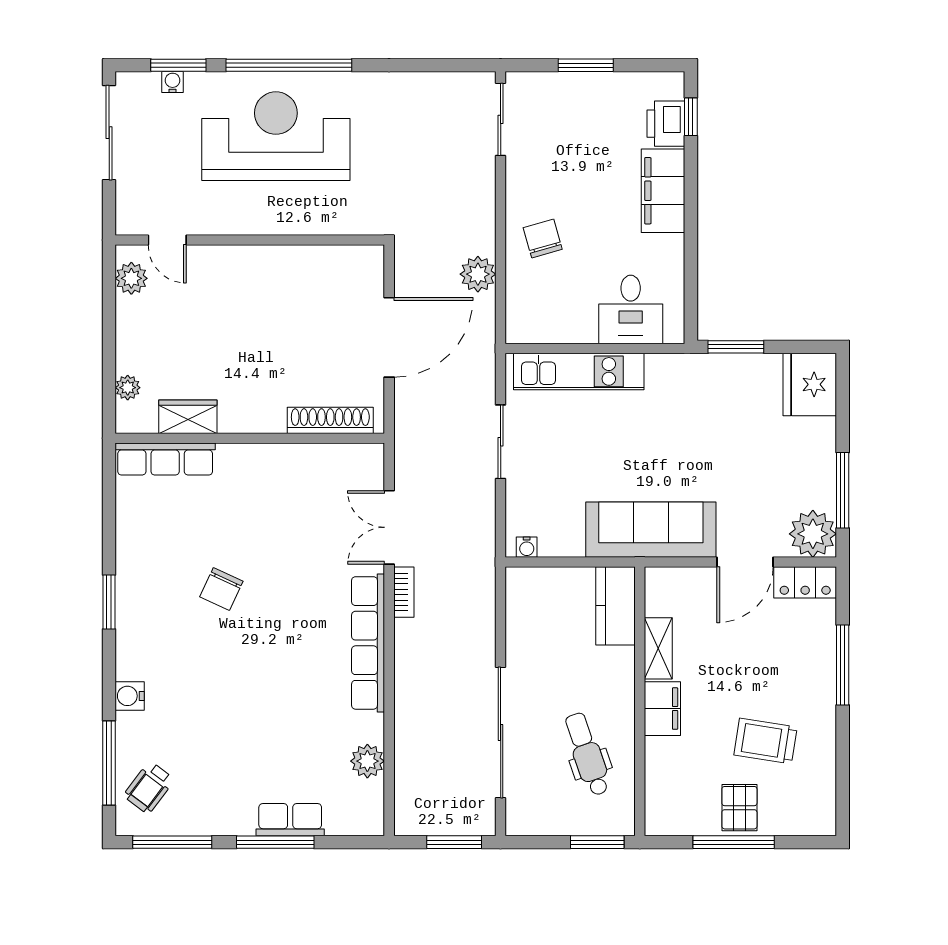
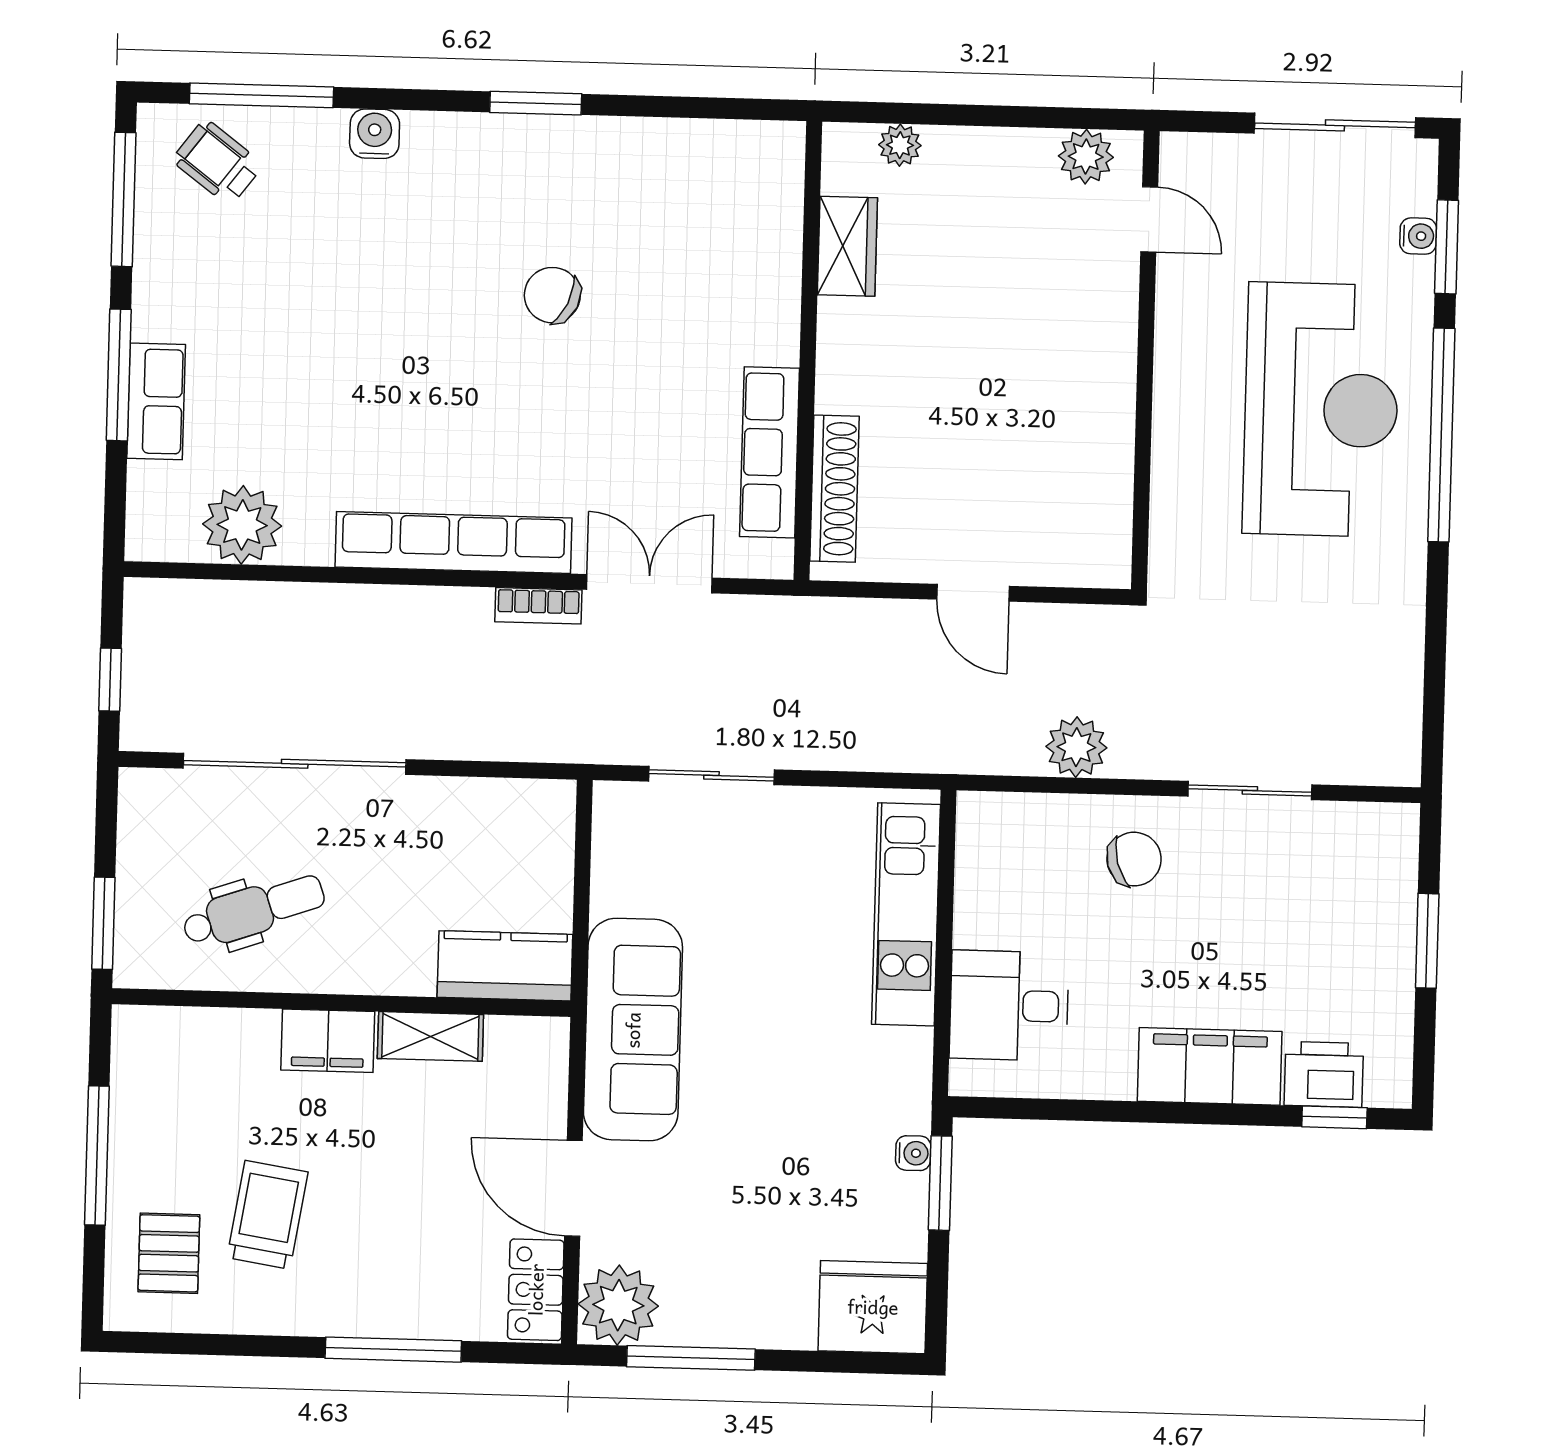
sliding door: (501, 119) -> (1250, 790), moved
door: (167, 240) -> (1149, 219), swing flipped
door: (389, 337) -> (973, 593), width x0.53
sliding door: (501, 442) -> (711, 775), moved
row of seats: (165, 459) -> (770, 452), moved
water cooler: (527, 547) -> (913, 1153), moved, turned 180
plant: (367, 761) -> (242, 525), width x1.36, depth x1.36
pallet: (739, 808) -> (169, 1253), moved, turned 90
window: (454, 842) -> (110, 680), width x0.67

